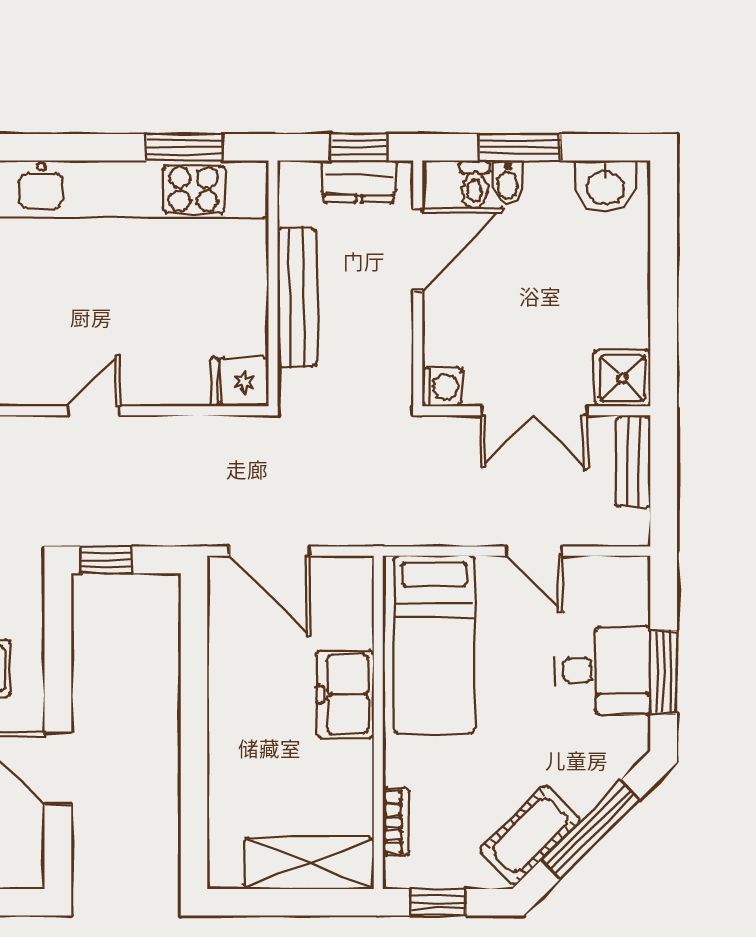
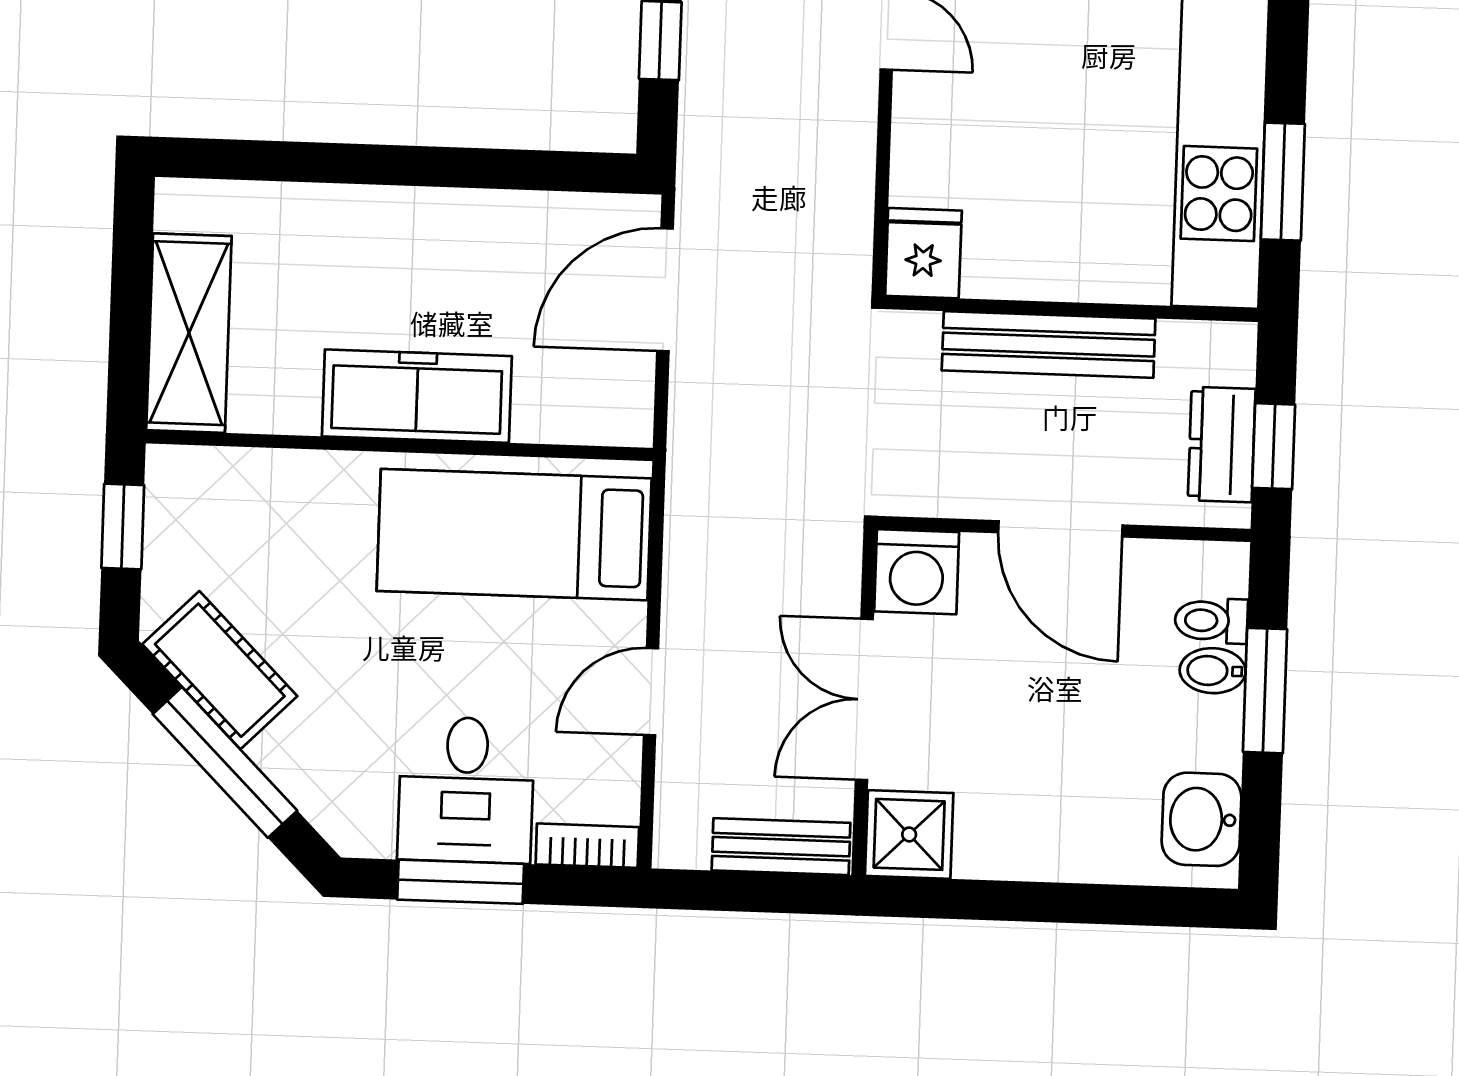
door: (418, 250) -> (1060, 529), moved
washing machine: (442, 387) -> (917, 572), width x1.38, depth x1.38
freezer: (345, 694) -> (417, 396), width x1.40
bookcase: (396, 822) -> (587, 846), moved, turned 180

